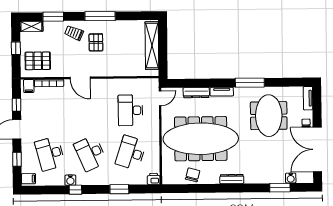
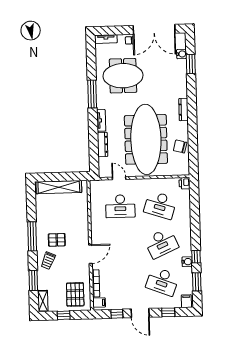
door: (160, 98) -> (119, 178), moved
desk: (50, 154) -> (162, 281), turned 36
window: (119, 189) -> (197, 282), moved

